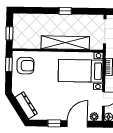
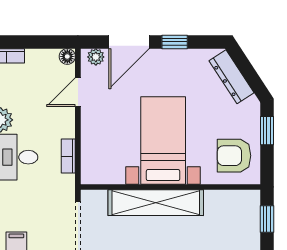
window: (9, 64) -> (267, 131), moved
bed with nightstands: (81, 71) -> (163, 140), moved, turned -90

